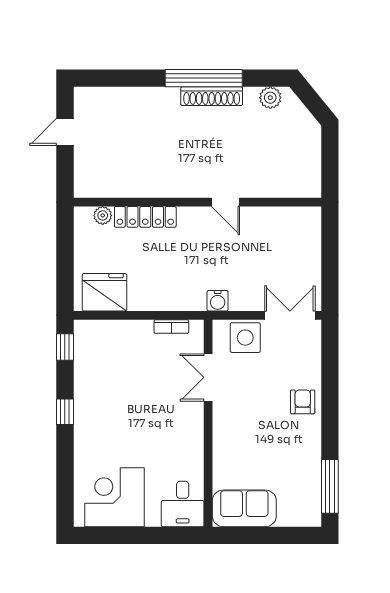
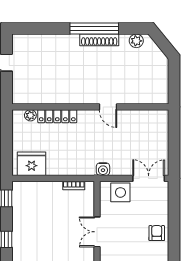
double door: (208, 377) -> (97, 232), moved

